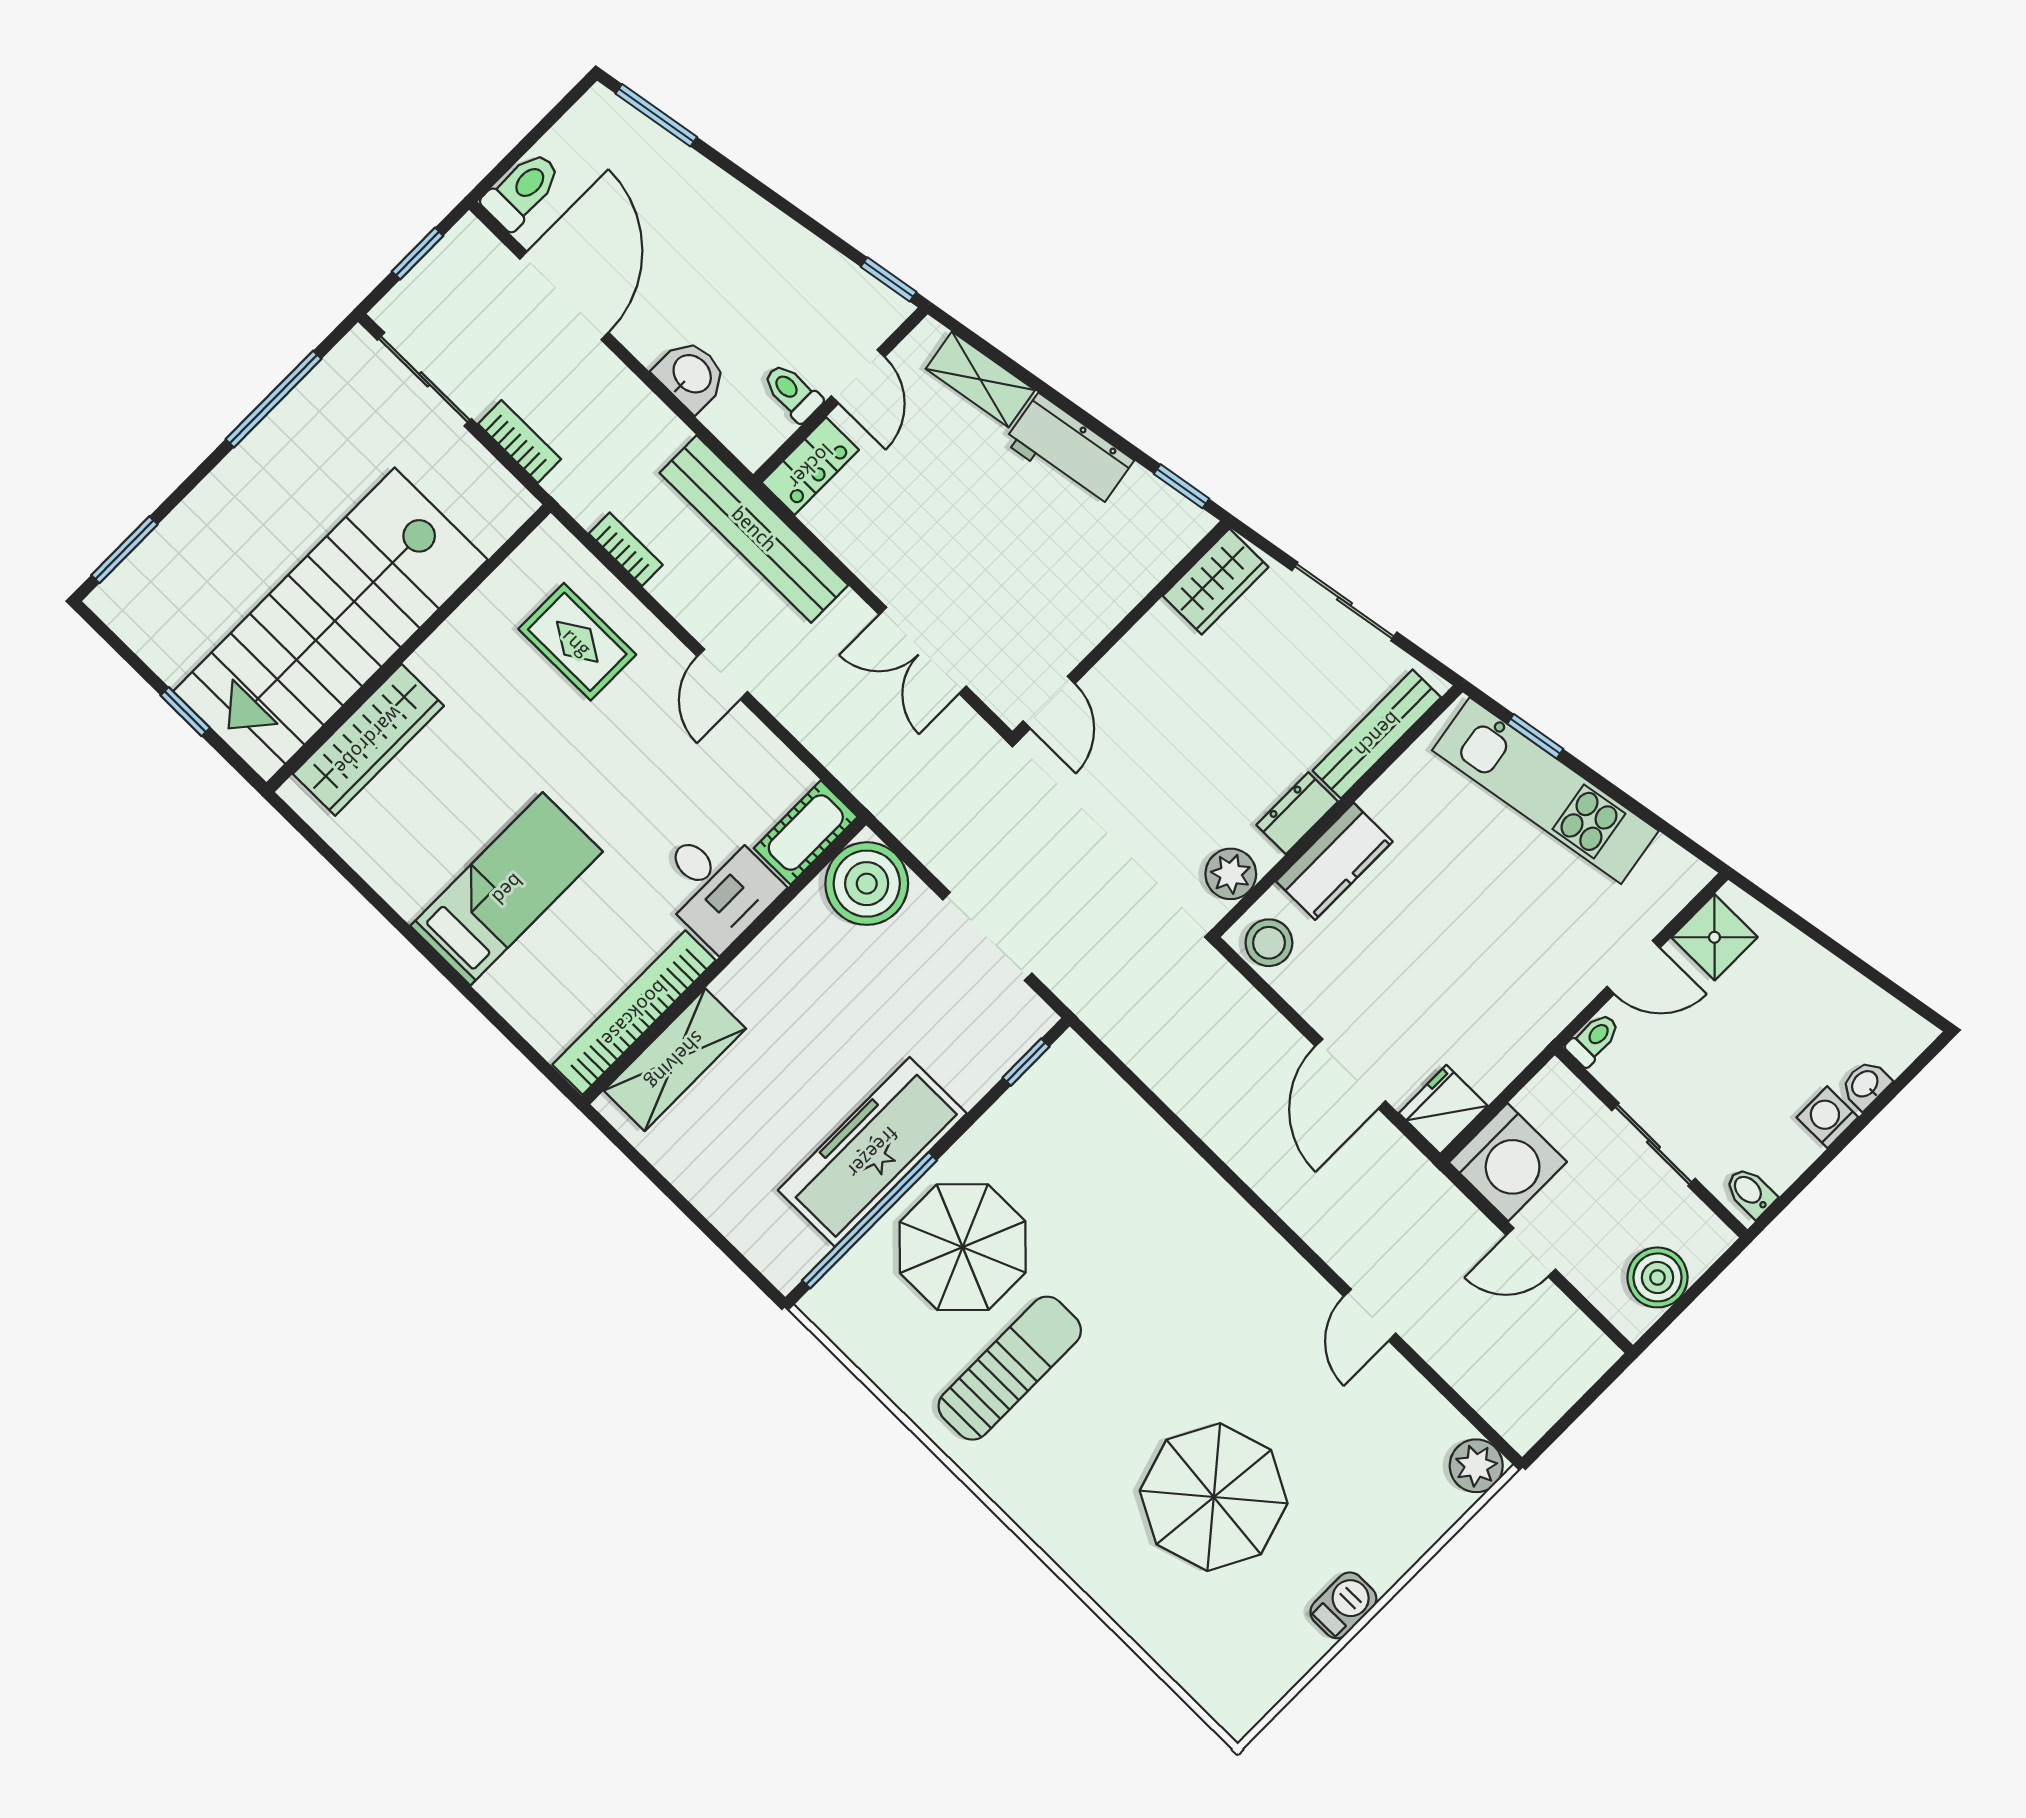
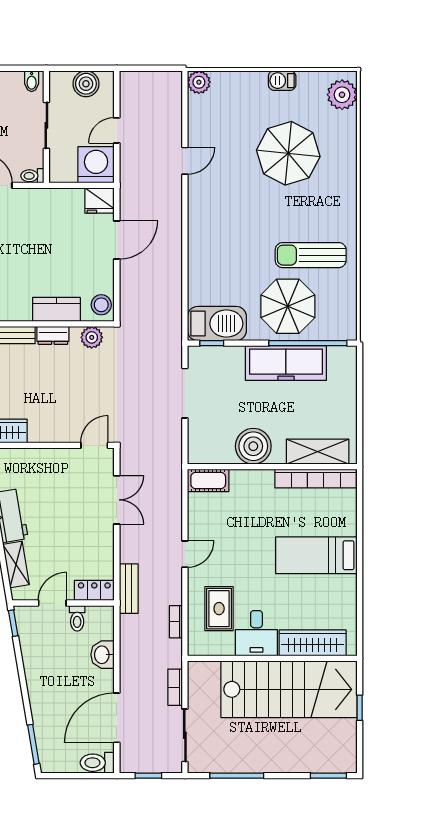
bench: (754, 529) -> (129, 589), width x0.54, depth x0.82
boiler: (867, 884) -> (253, 446), moved
desk: (716, 885) -> (256, 633), moved, turned 180
barbecue: (1050, 1103) -> (217, 324), added
door: (1531, 1252) -> (117, 130), swing flipped
plant: (1222, 1681) -> (342, 95), added

